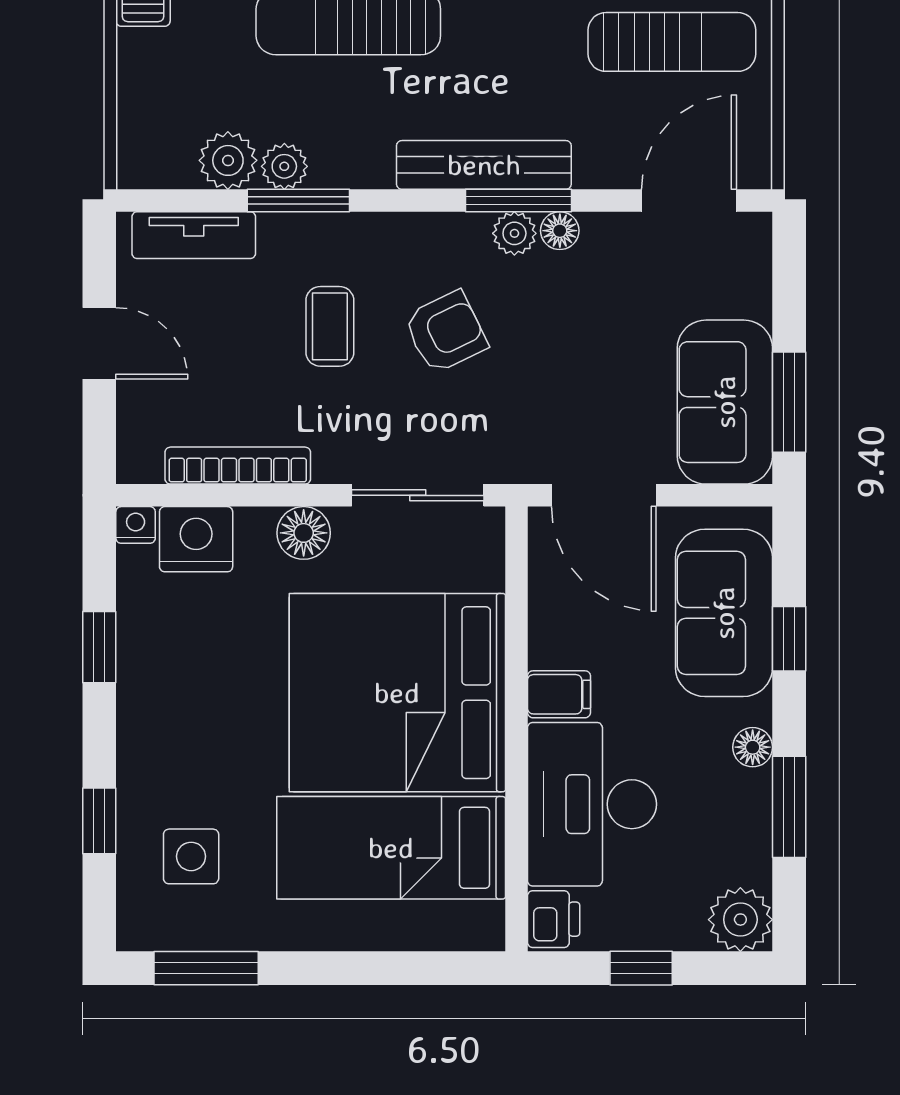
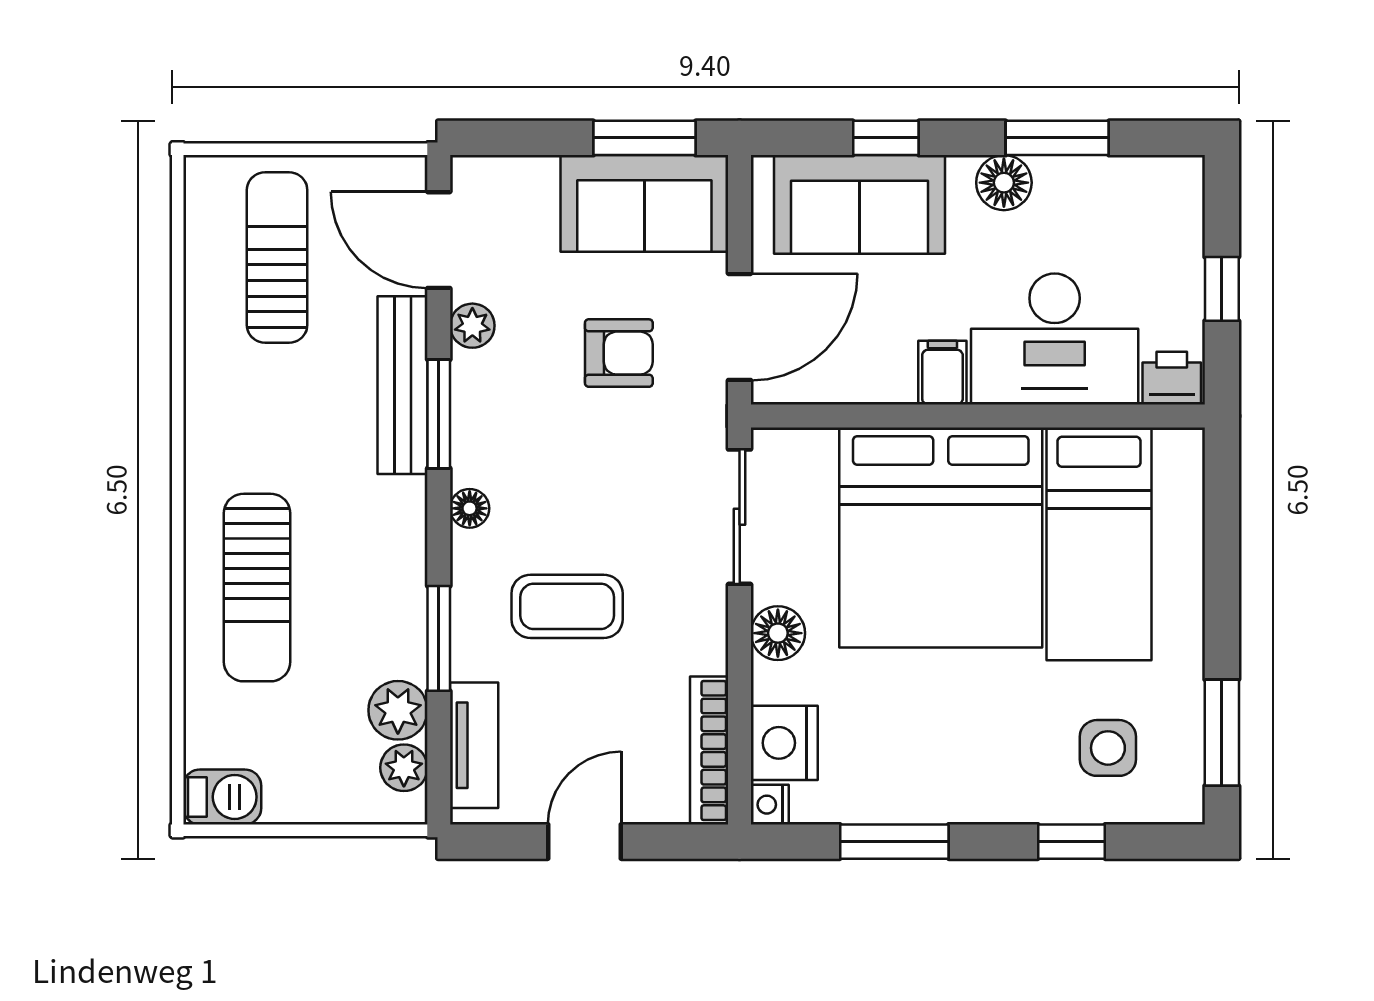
bench: (484, 165) -> (402, 385), moved
plant: (284, 166) -> (404, 768), moved
floor lamp: (560, 231) -> (470, 508), moved
plant: (514, 233) -> (472, 326), moved
coffee table: (330, 326) -> (567, 606), width x1.36, depth x1.30
armchair: (446, 332) -> (619, 353), moved, turned 116
bookcase: (238, 466) -> (709, 750), moved
window: (99, 647) -> (894, 842), width x1.50
floor lamp: (753, 747) -> (1004, 183), width x1.37, depth x1.37
plant: (740, 920) -> (1172, 188), removed

